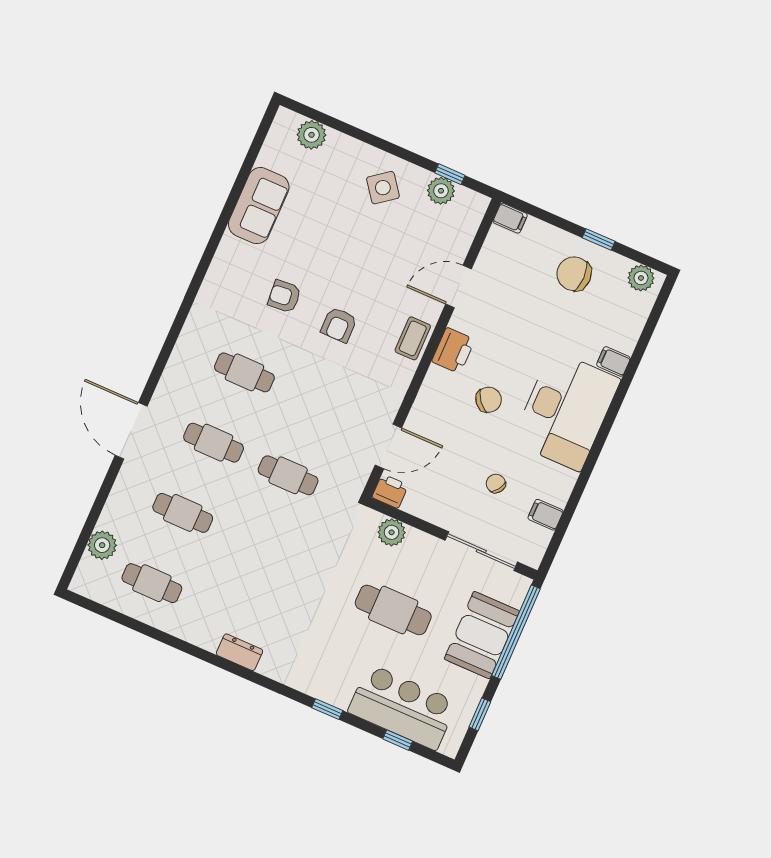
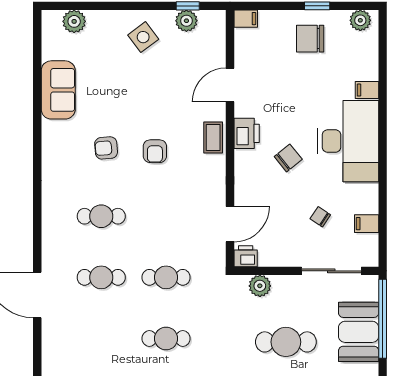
cafe table: (183, 513) -> (166, 339), moved

